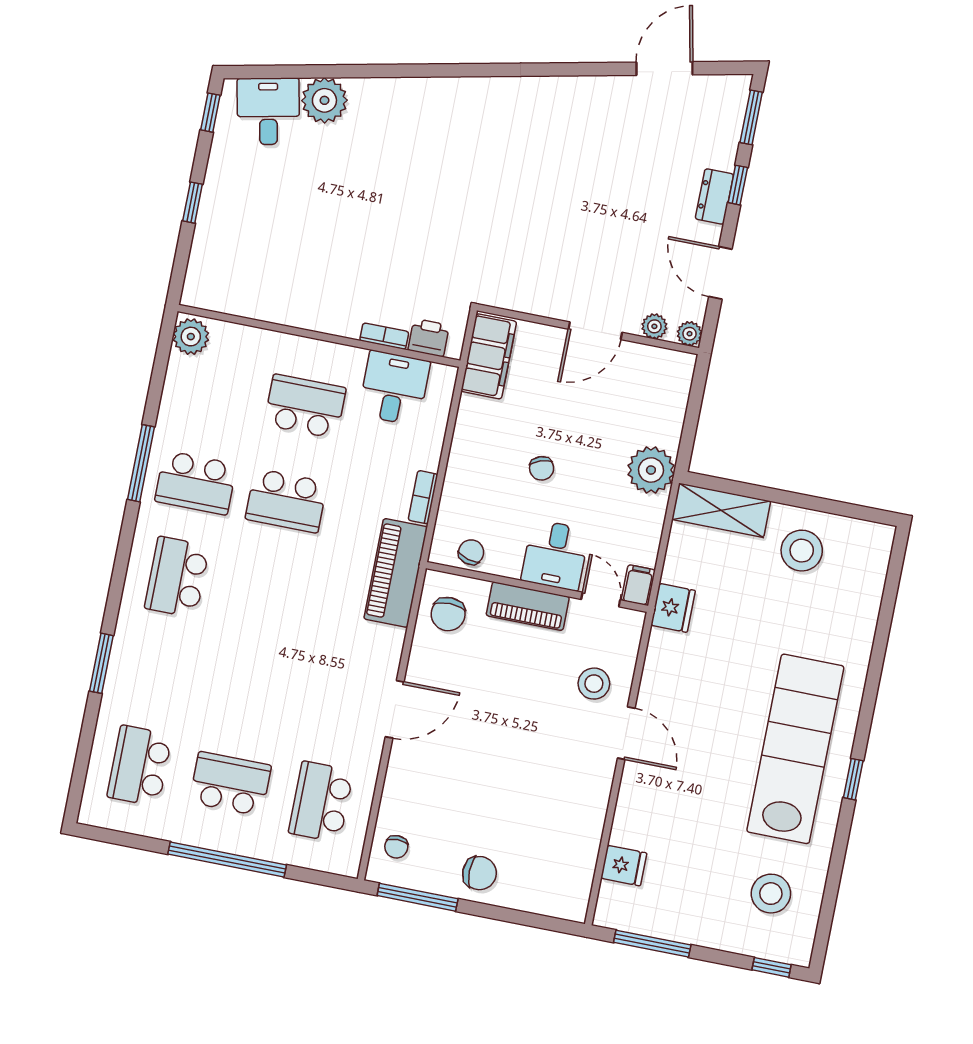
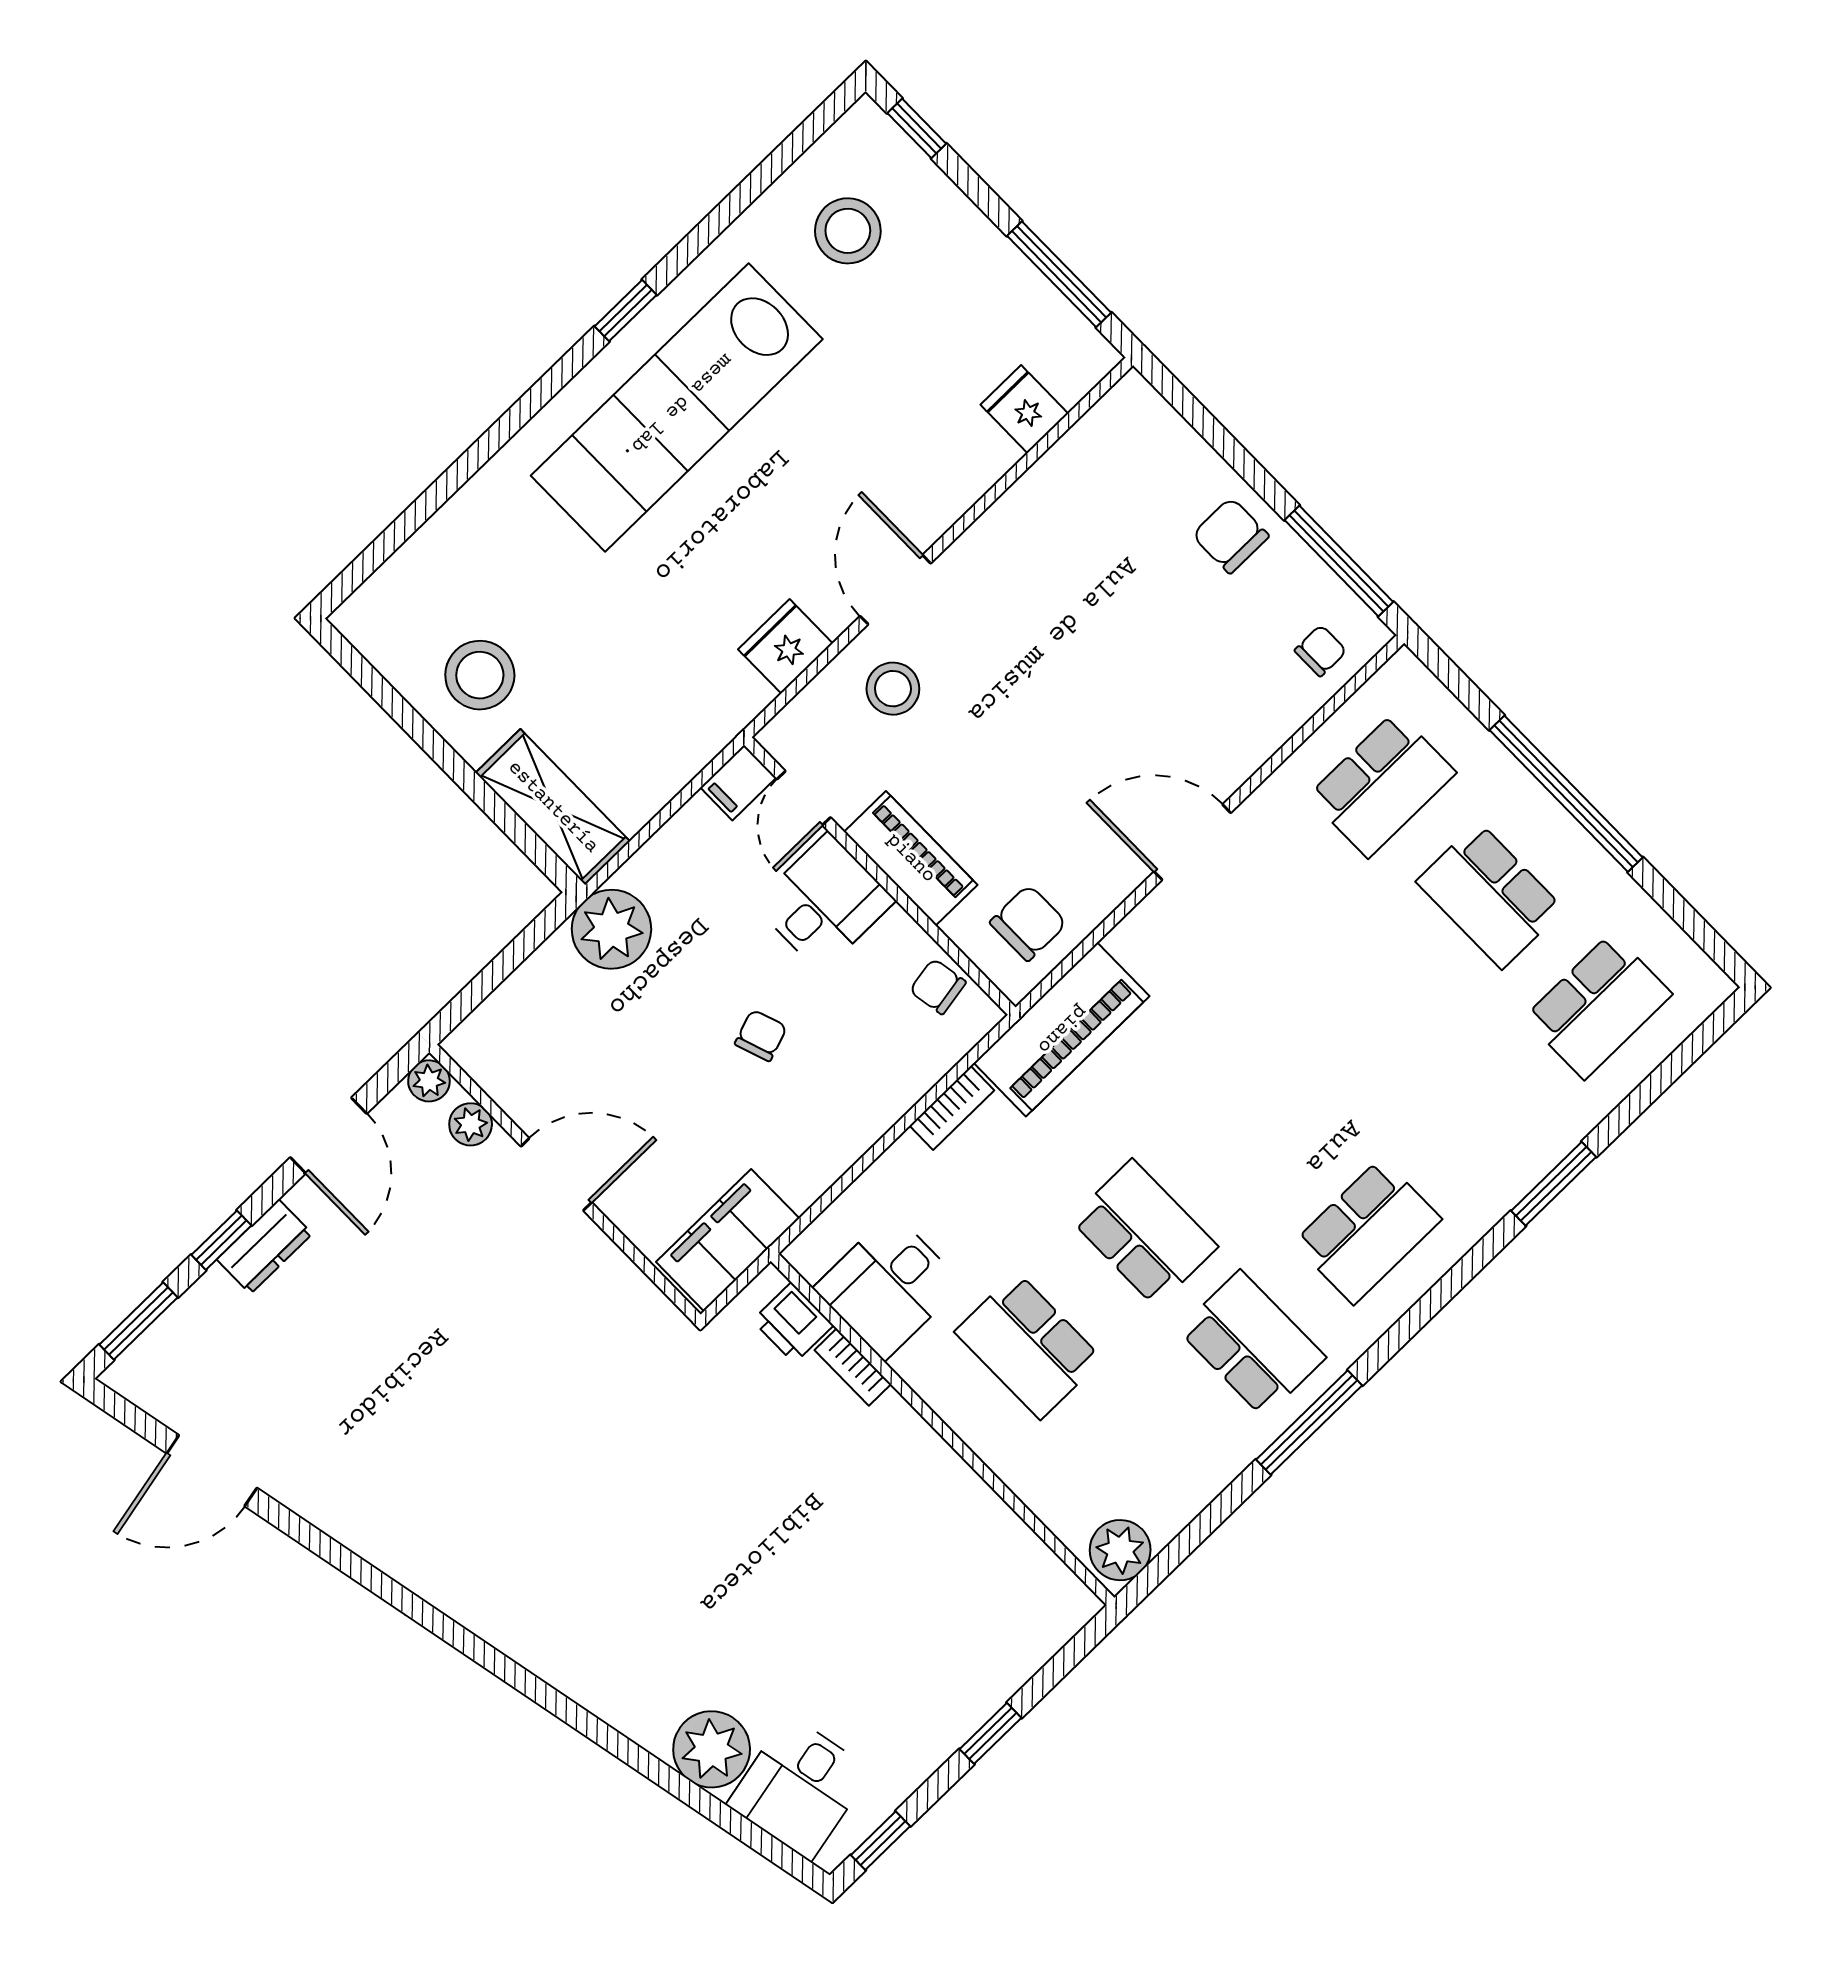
chair: (471, 552) -> (938, 987), turned 64
fridge: (673, 608) -> (785, 646), moved

